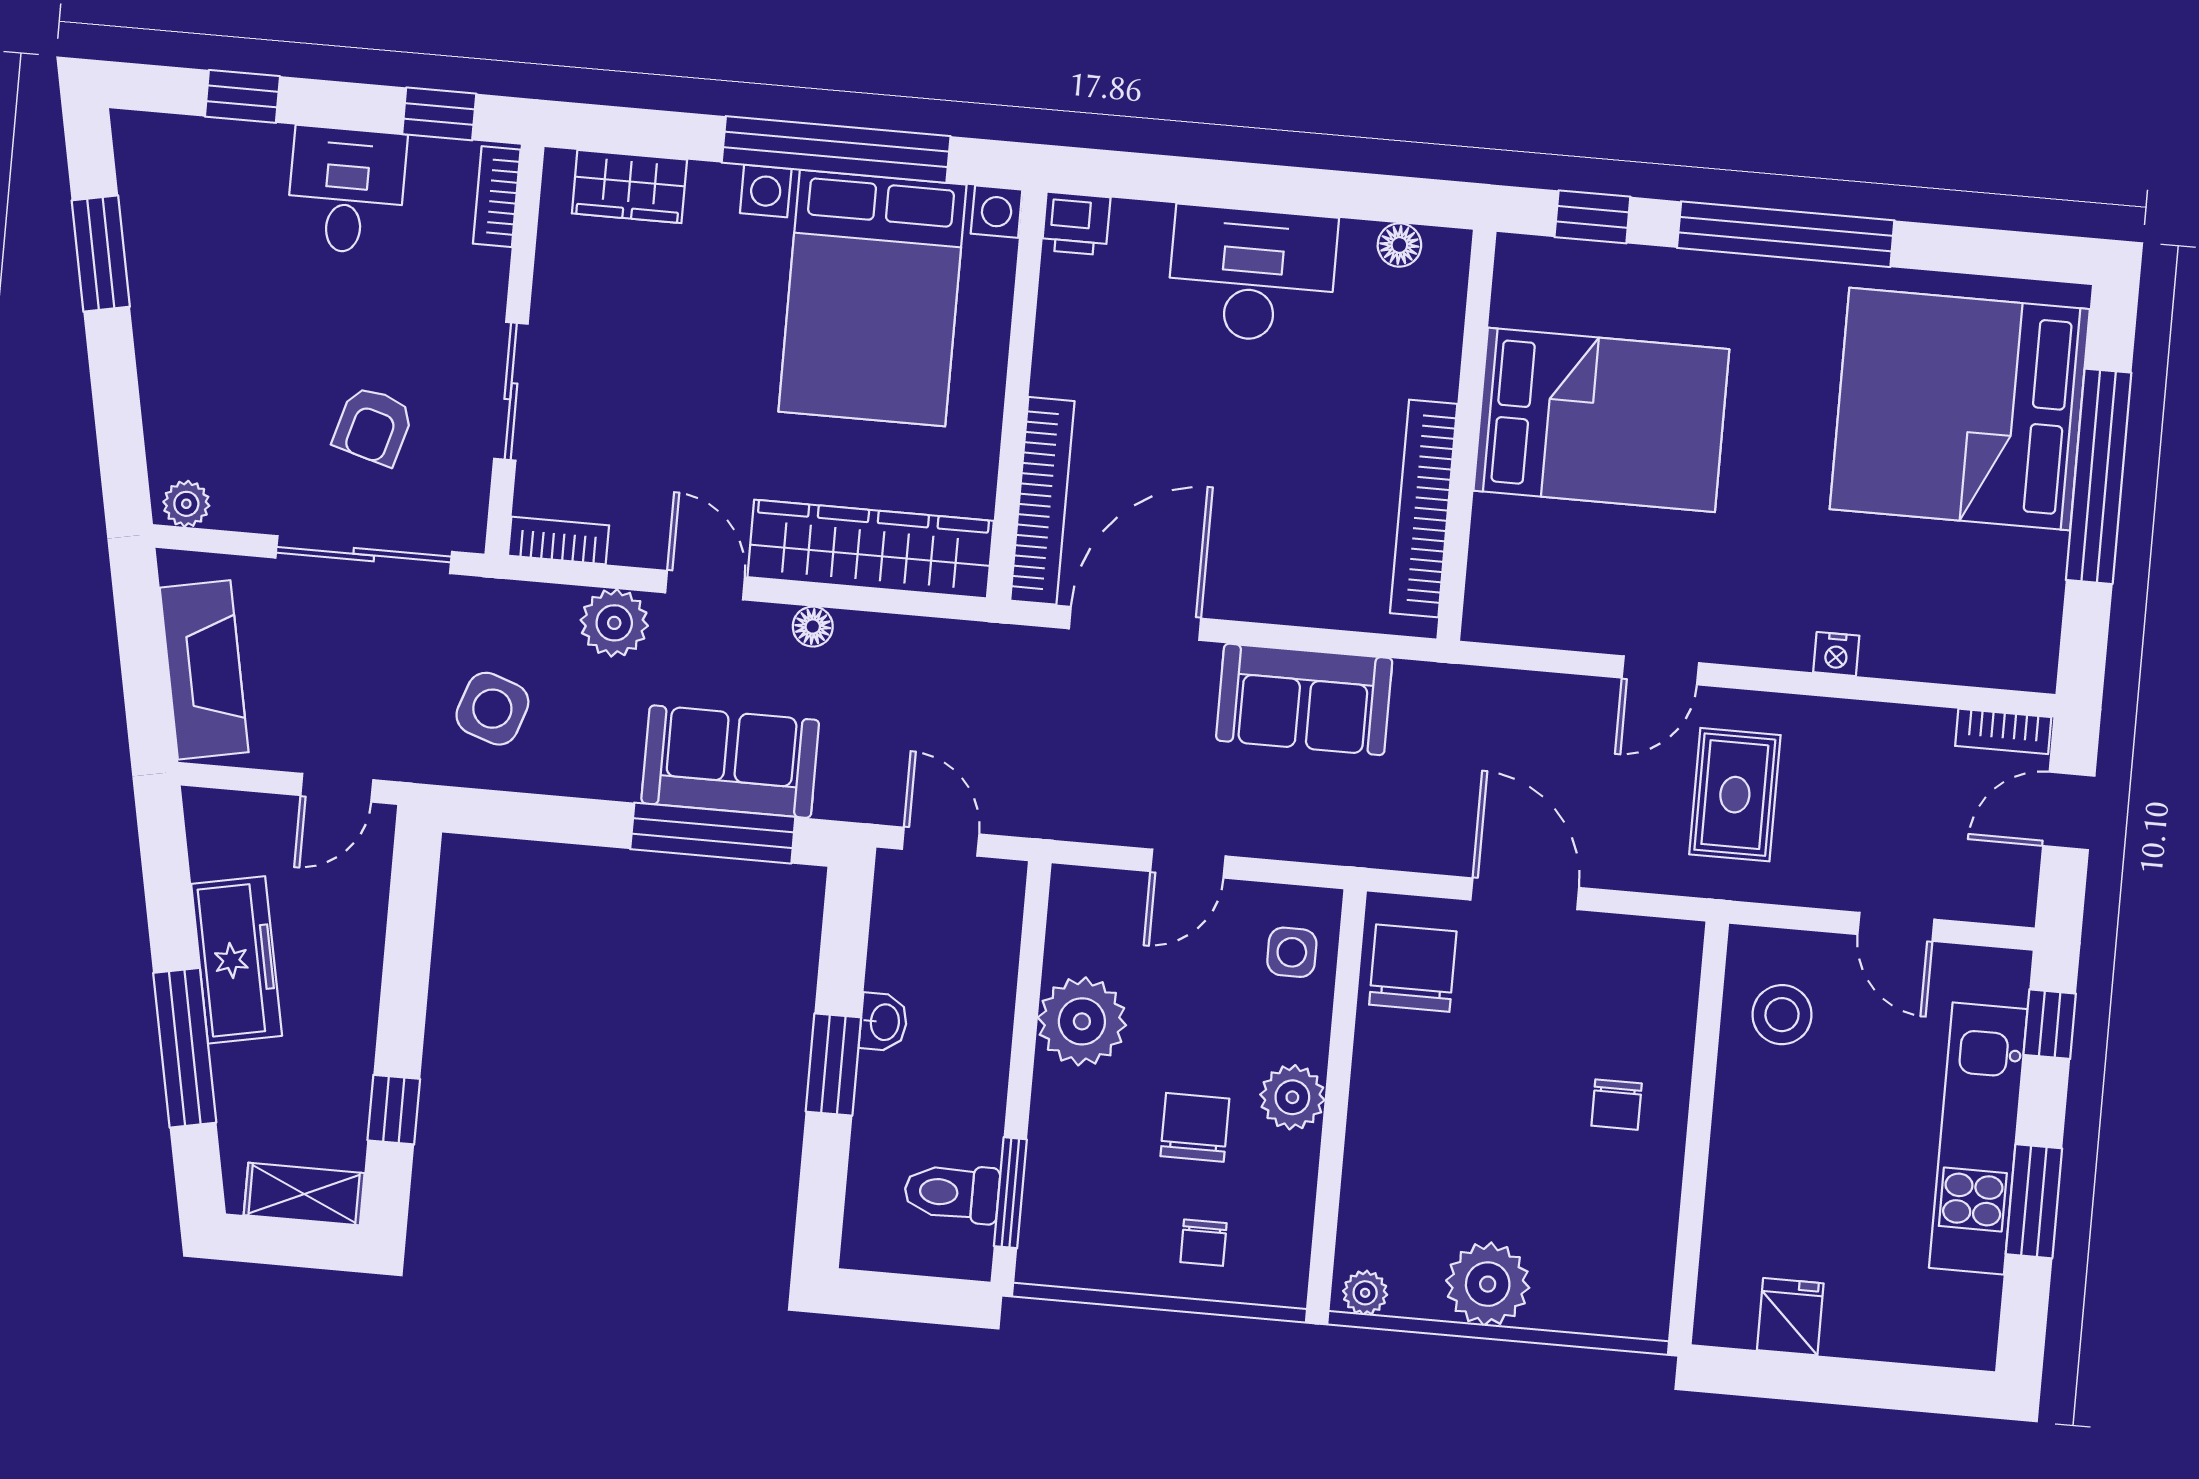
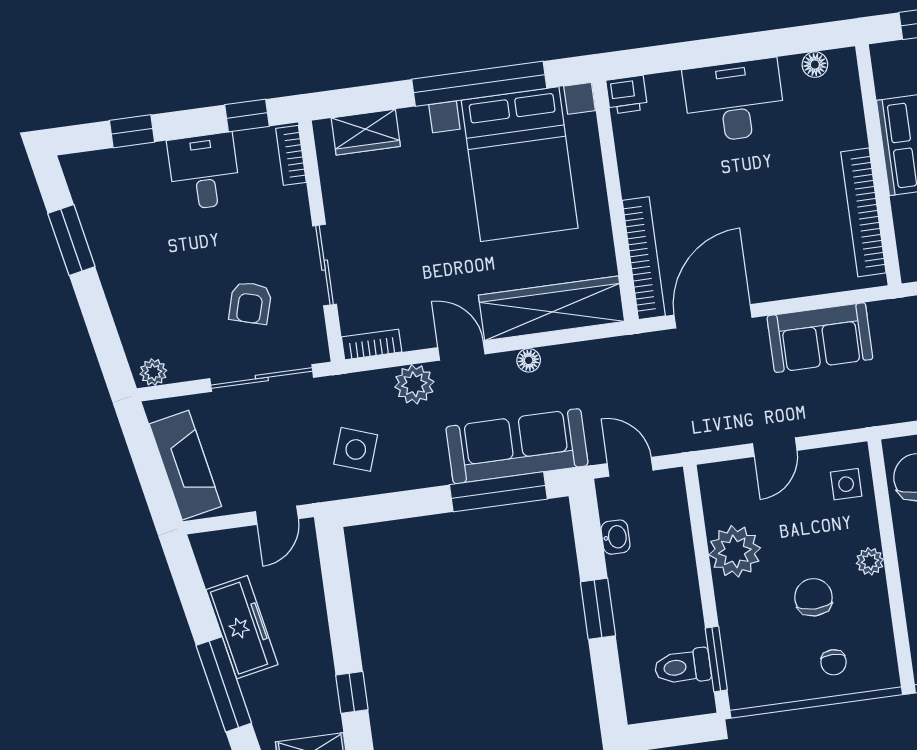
sofa: (730, 762) -> (517, 446), width x1.36
washbasin: (883, 1022) -> (616, 537), moved
plant: (1292, 1097) -> (870, 561), width x0.73, depth x0.73

